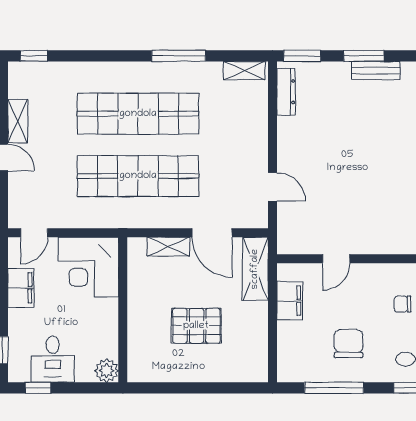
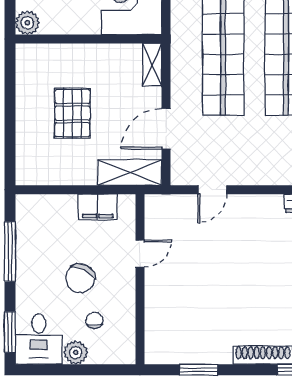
shelving: (168, 247) -> (152, 65), moved
door: (336, 259) -> (140, 254), swing flipped
chair: (348, 344) -> (80, 278), moved, turned 117

